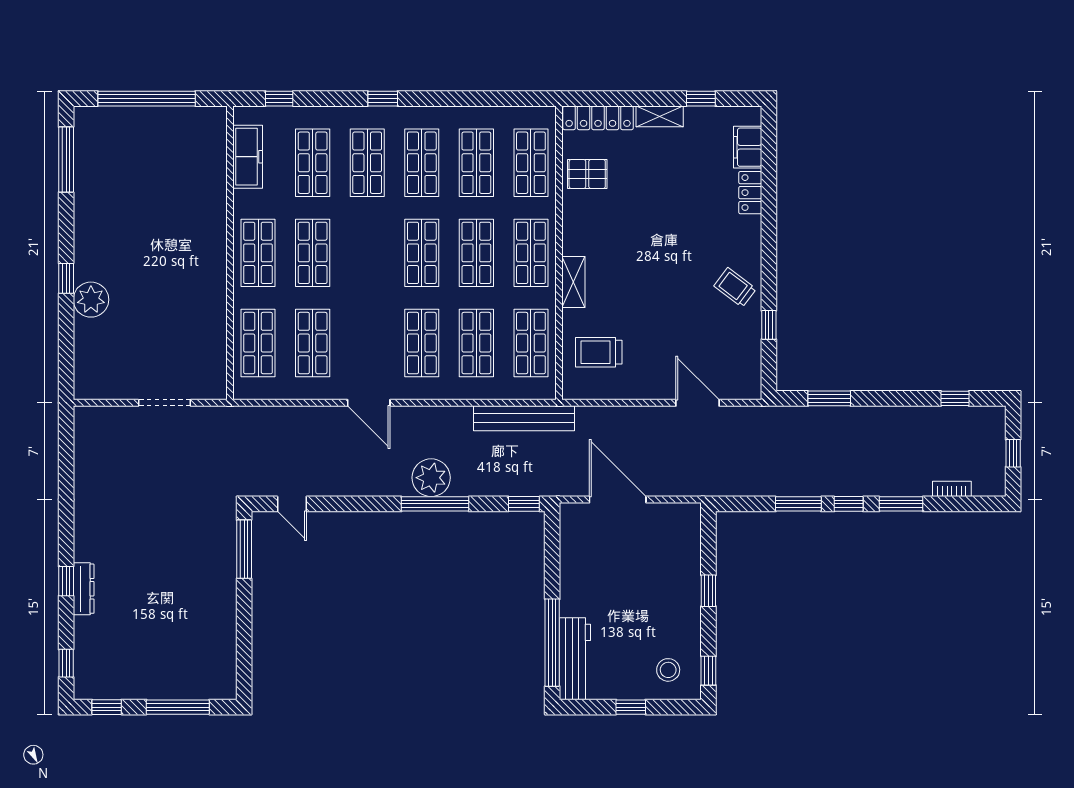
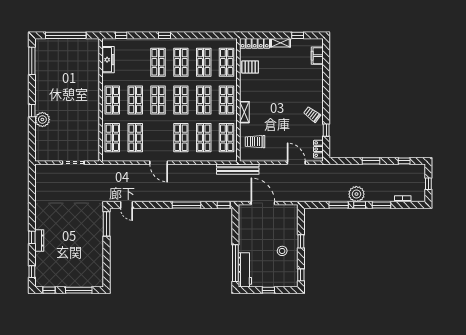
shop shelf: (313, 163) -> (158, 100), moved
locker: (750, 193) -> (318, 149), moved
window: (829, 398) -> (371, 161), moved
bench: (524, 418) -> (238, 169), moved
plant: (431, 478) -> (356, 194), moved
stool: (668, 670) -> (282, 251), moved

